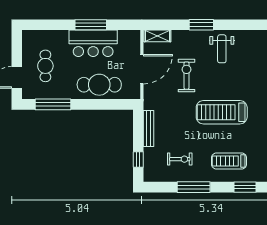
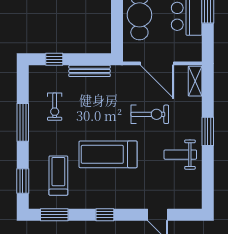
treadmill: (222, 112) -> (108, 154), turned -90
treadmill: (229, 161) -> (58, 176), moved

